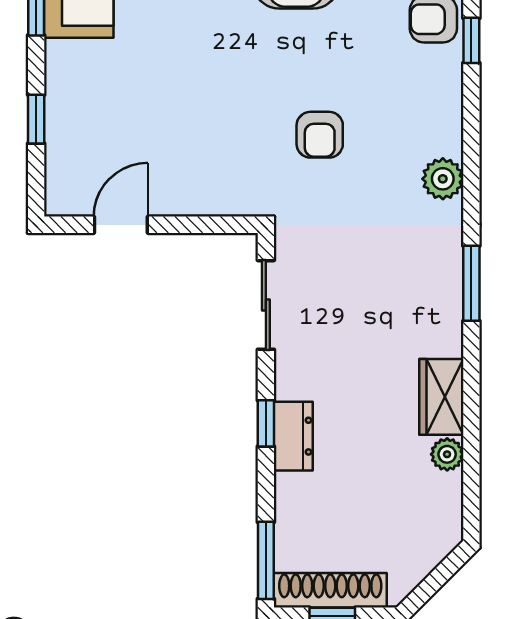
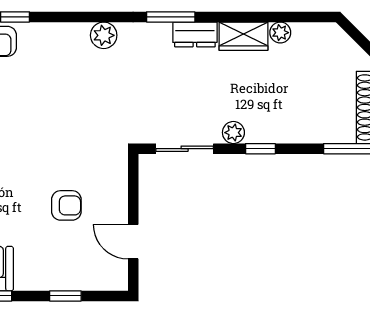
armchair: (320, 135) -> (66, 205), moved
plant: (291, 381) -> (233, 133), added
dresser: (293, 436) -> (195, 35), moved, turned 180

